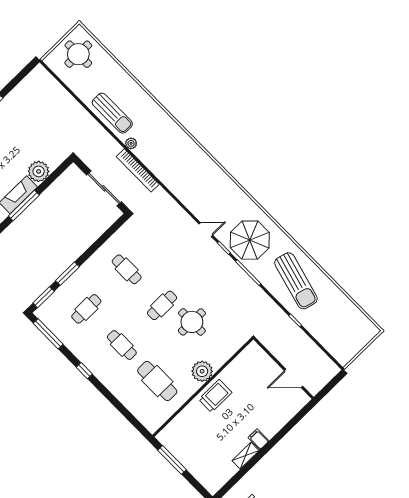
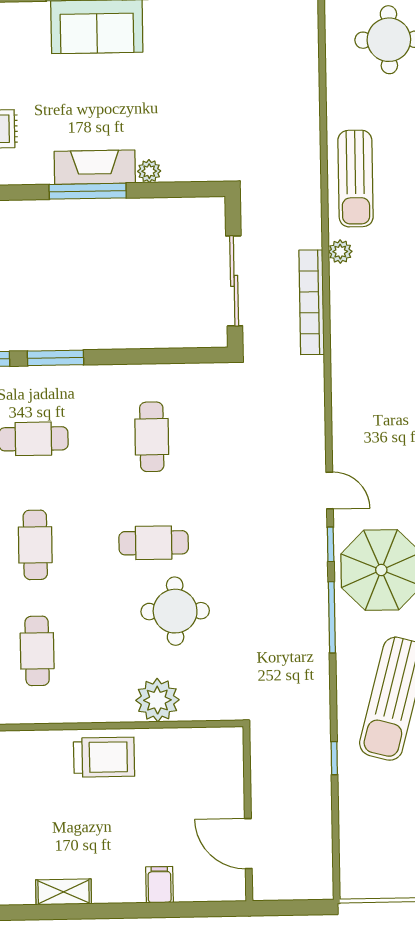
plant: (39, 171) -> (149, 171), width x0.53, depth x0.53
plant: (202, 371) -> (157, 700), moved
cafe table: (157, 381) -> (37, 651), width x0.73, depth x0.74
filing cabinet: (258, 439) -> (160, 885), moved

